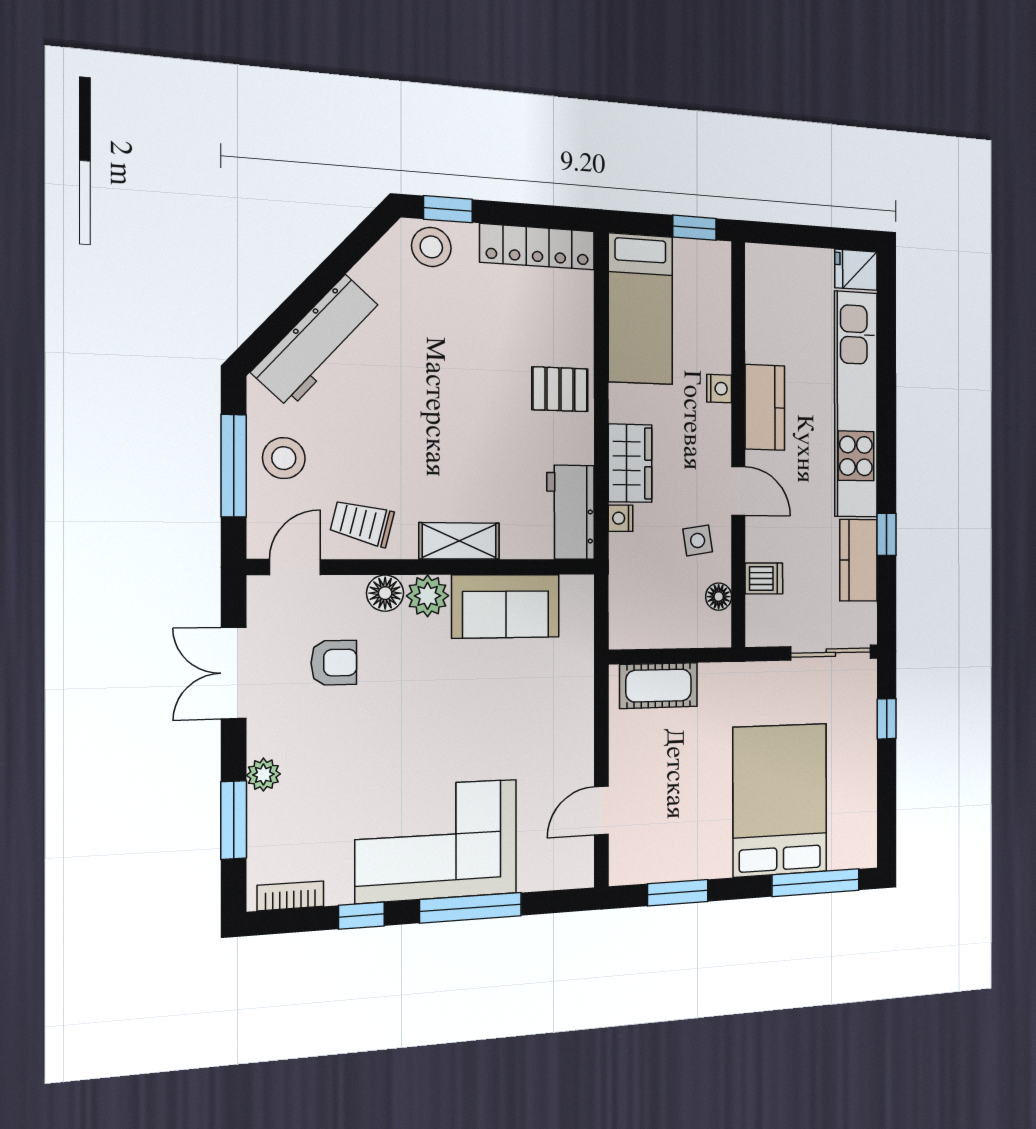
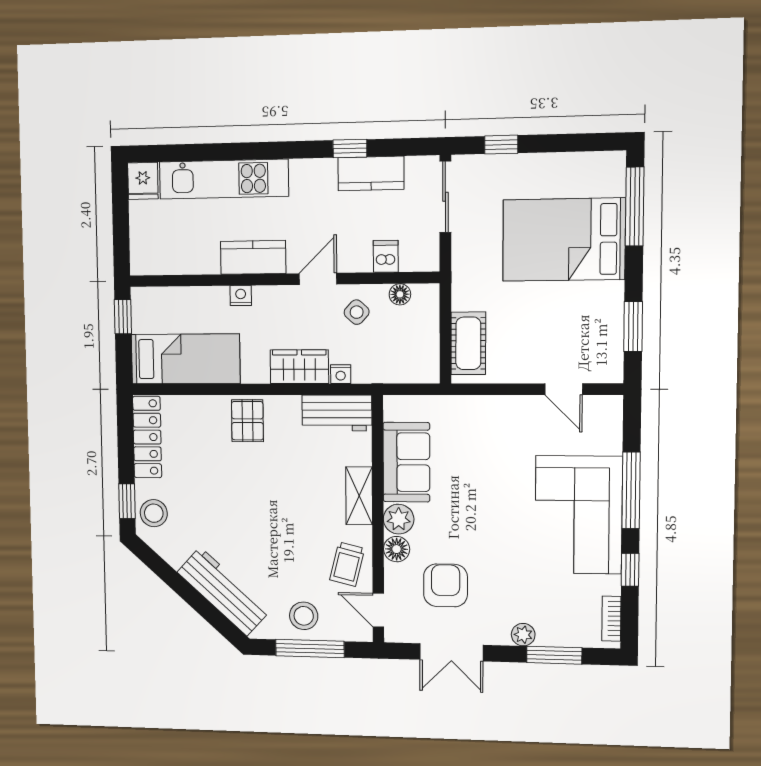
kitchen unit: (856, 404) -> (224, 179), width x0.73
side table: (698, 540) -> (357, 312), turned -38
armchair: (334, 663) -> (446, 585), width x1.38, depth x1.38

